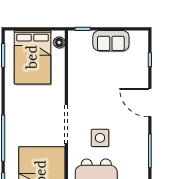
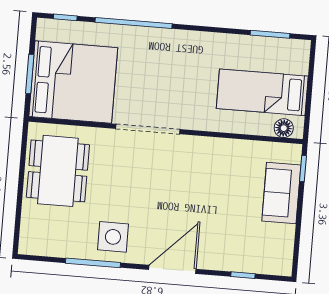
sofa: (111, 41) -> (281, 193), moved
bed: (33, 57) -> (262, 92), width x0.67
side table: (100, 138) -> (113, 237), moved

